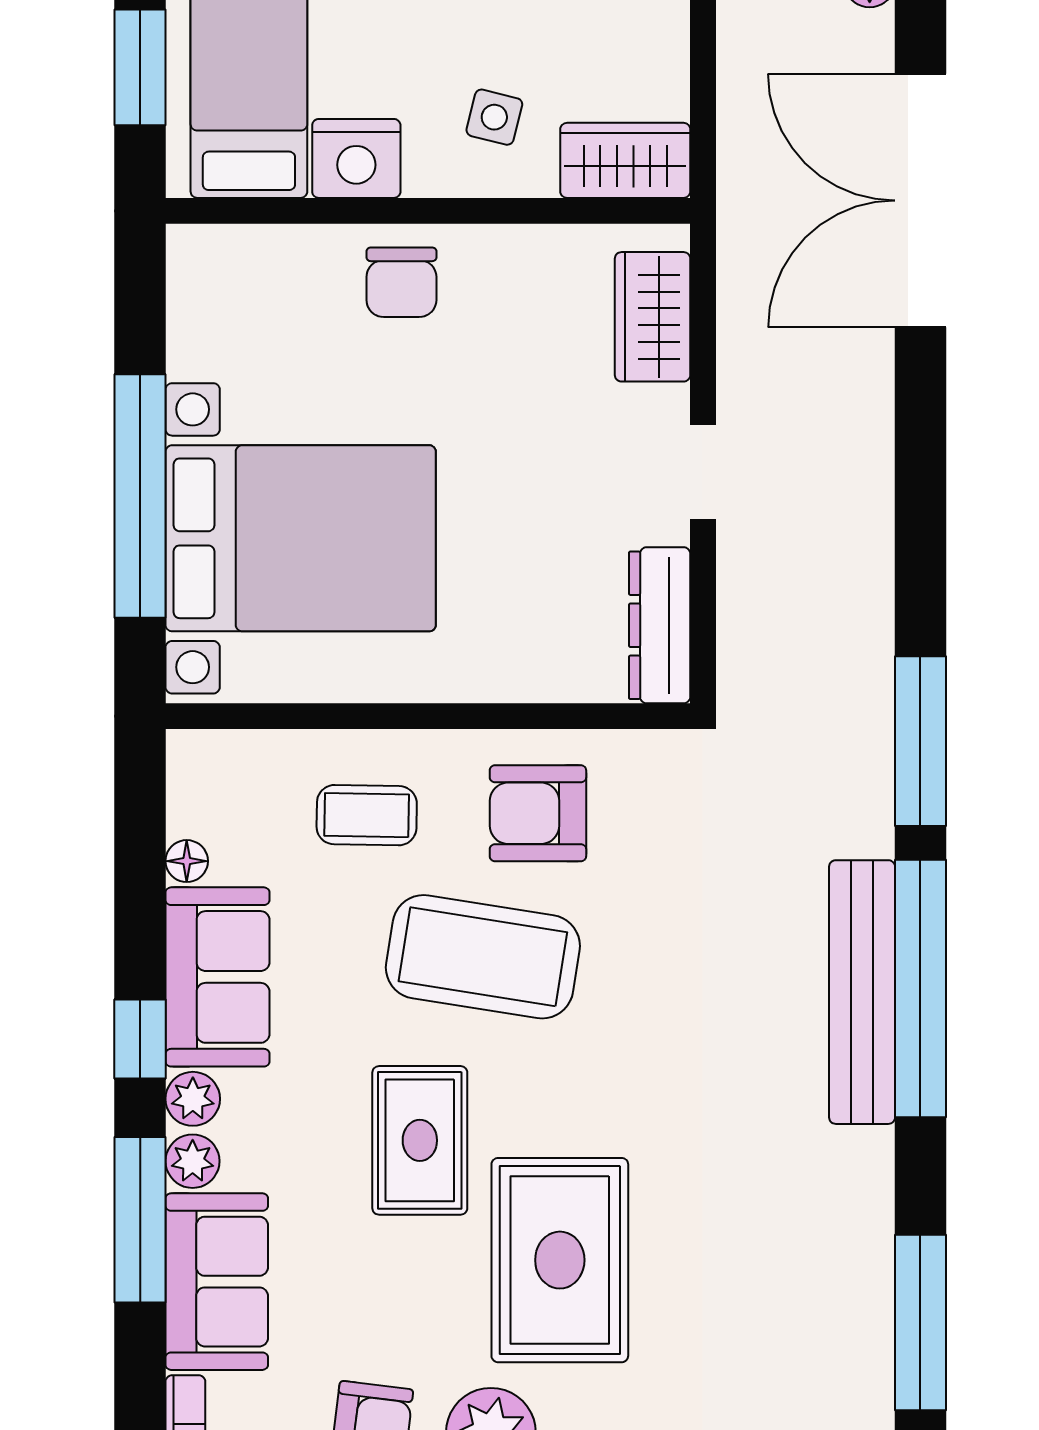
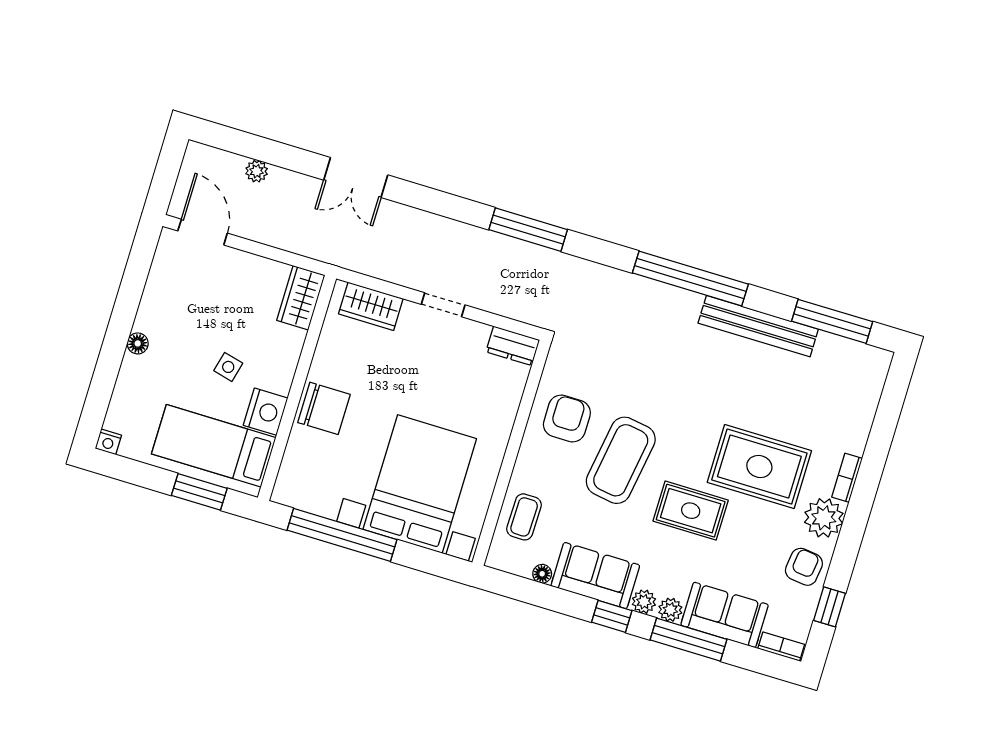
side table: (494, 117) -> (228, 367), moved
double door: (920, 201) -> (356, 178), width x0.54
chair: (401, 282) -> (324, 408), width x1.37, depth x1.37
window: (140, 496) -> (342, 535), moved
dresser: (660, 625) -> (513, 346), width x0.70
window: (920, 741) -> (528, 230), moved
armchair: (538, 813) -> (567, 419), turned 180
coffee table: (367, 815) -> (524, 517), moved
bench: (862, 992) -> (758, 326), moved

